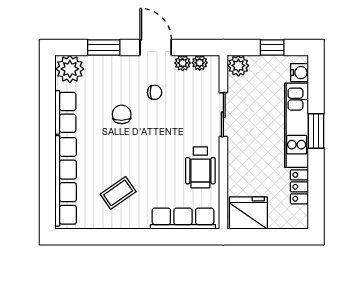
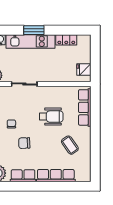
wheelchair: (200, 167) -> (51, 117), moved
row of seats: (66, 181) -> (56, 176), width x0.73
fridge: (248, 213) -> (84, 69), width x0.53, depth x0.75

